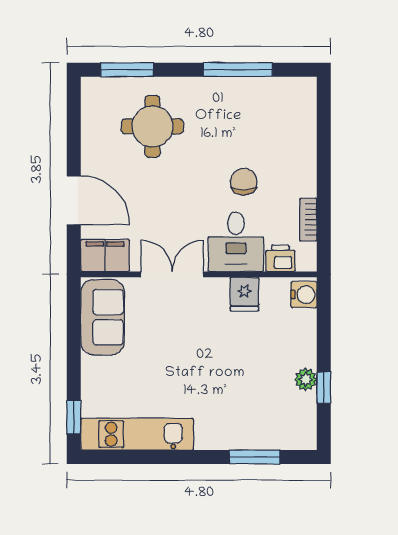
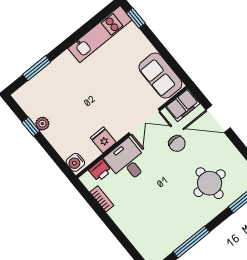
chair: (244, 182) -> (177, 144), moved

